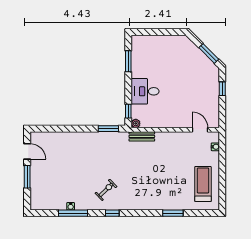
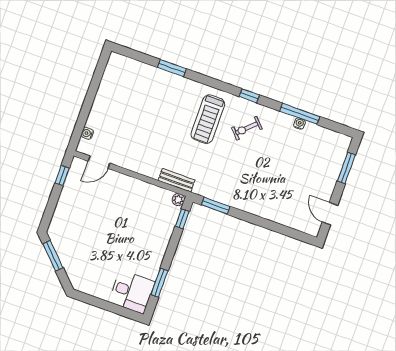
window: (222, 89) -> (62, 176), moved
desk: (145, 91) -> (132, 292), moved
door: (200, 130) -> (99, 162), hinge flipped
window: (27, 177) -> (346, 168), moved
treadmill: (203, 184) -> (208, 119), moved

